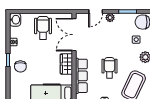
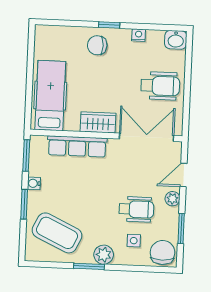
door: (96, 12) -> (183, 175), hinge flipped
wheelchair: (109, 68) -> (136, 209), moved

